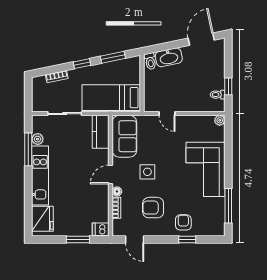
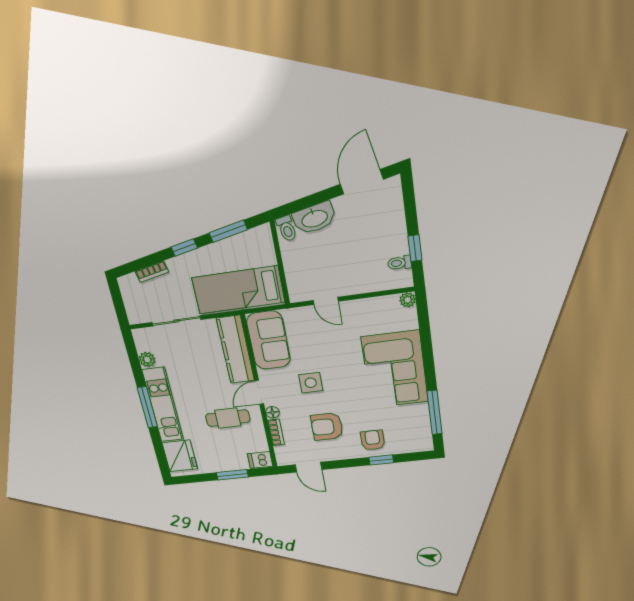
kitchen counter: (101, 132) -> (235, 350), width x1.50
window: (28, 149) -> (147, 407), moved
cafe table: (84, 192) -> (228, 418), added

